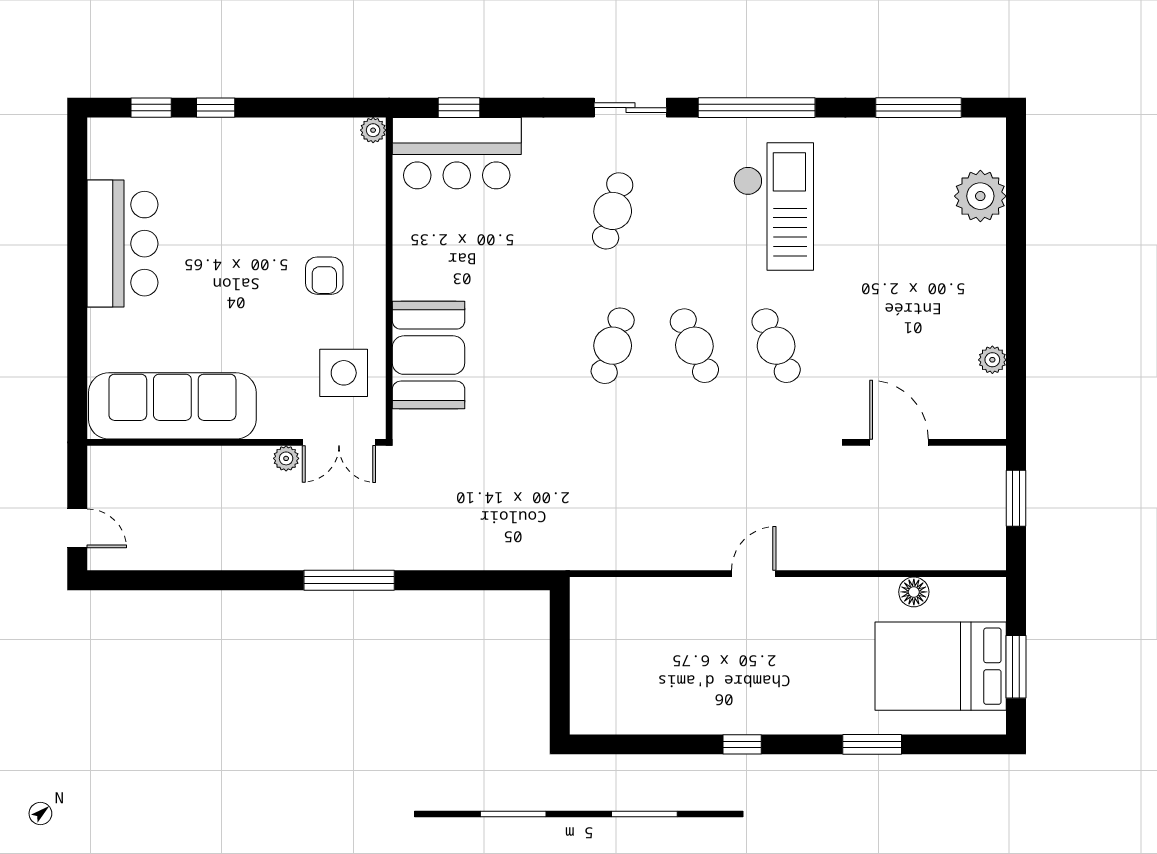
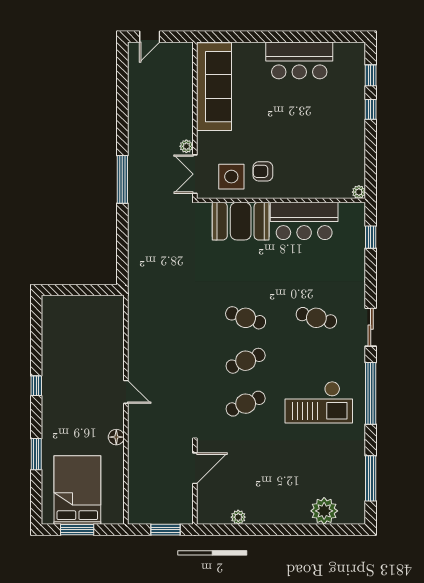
bar counter: (457, 153) -> (304, 221), moved, turned -90
armchair: (324, 276) -> (263, 171), moved
floor lamp: (914, 592) -> (116, 437), moved

